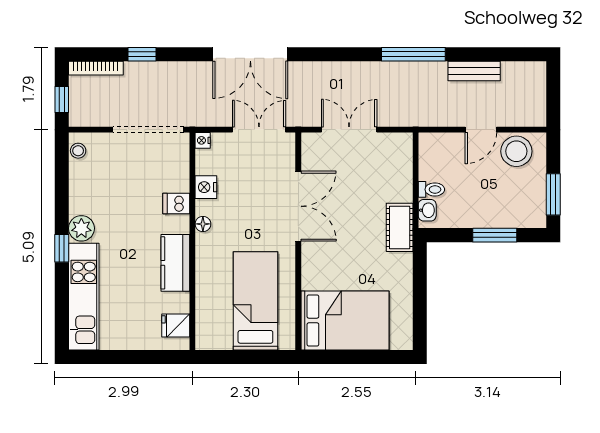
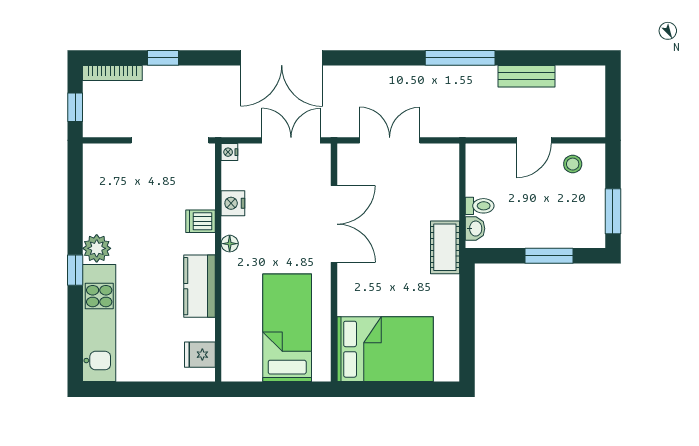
stool: (78, 151) -> (93, 163), removed
stool: (516, 151) -> (573, 164), width x0.53, depth x0.53

